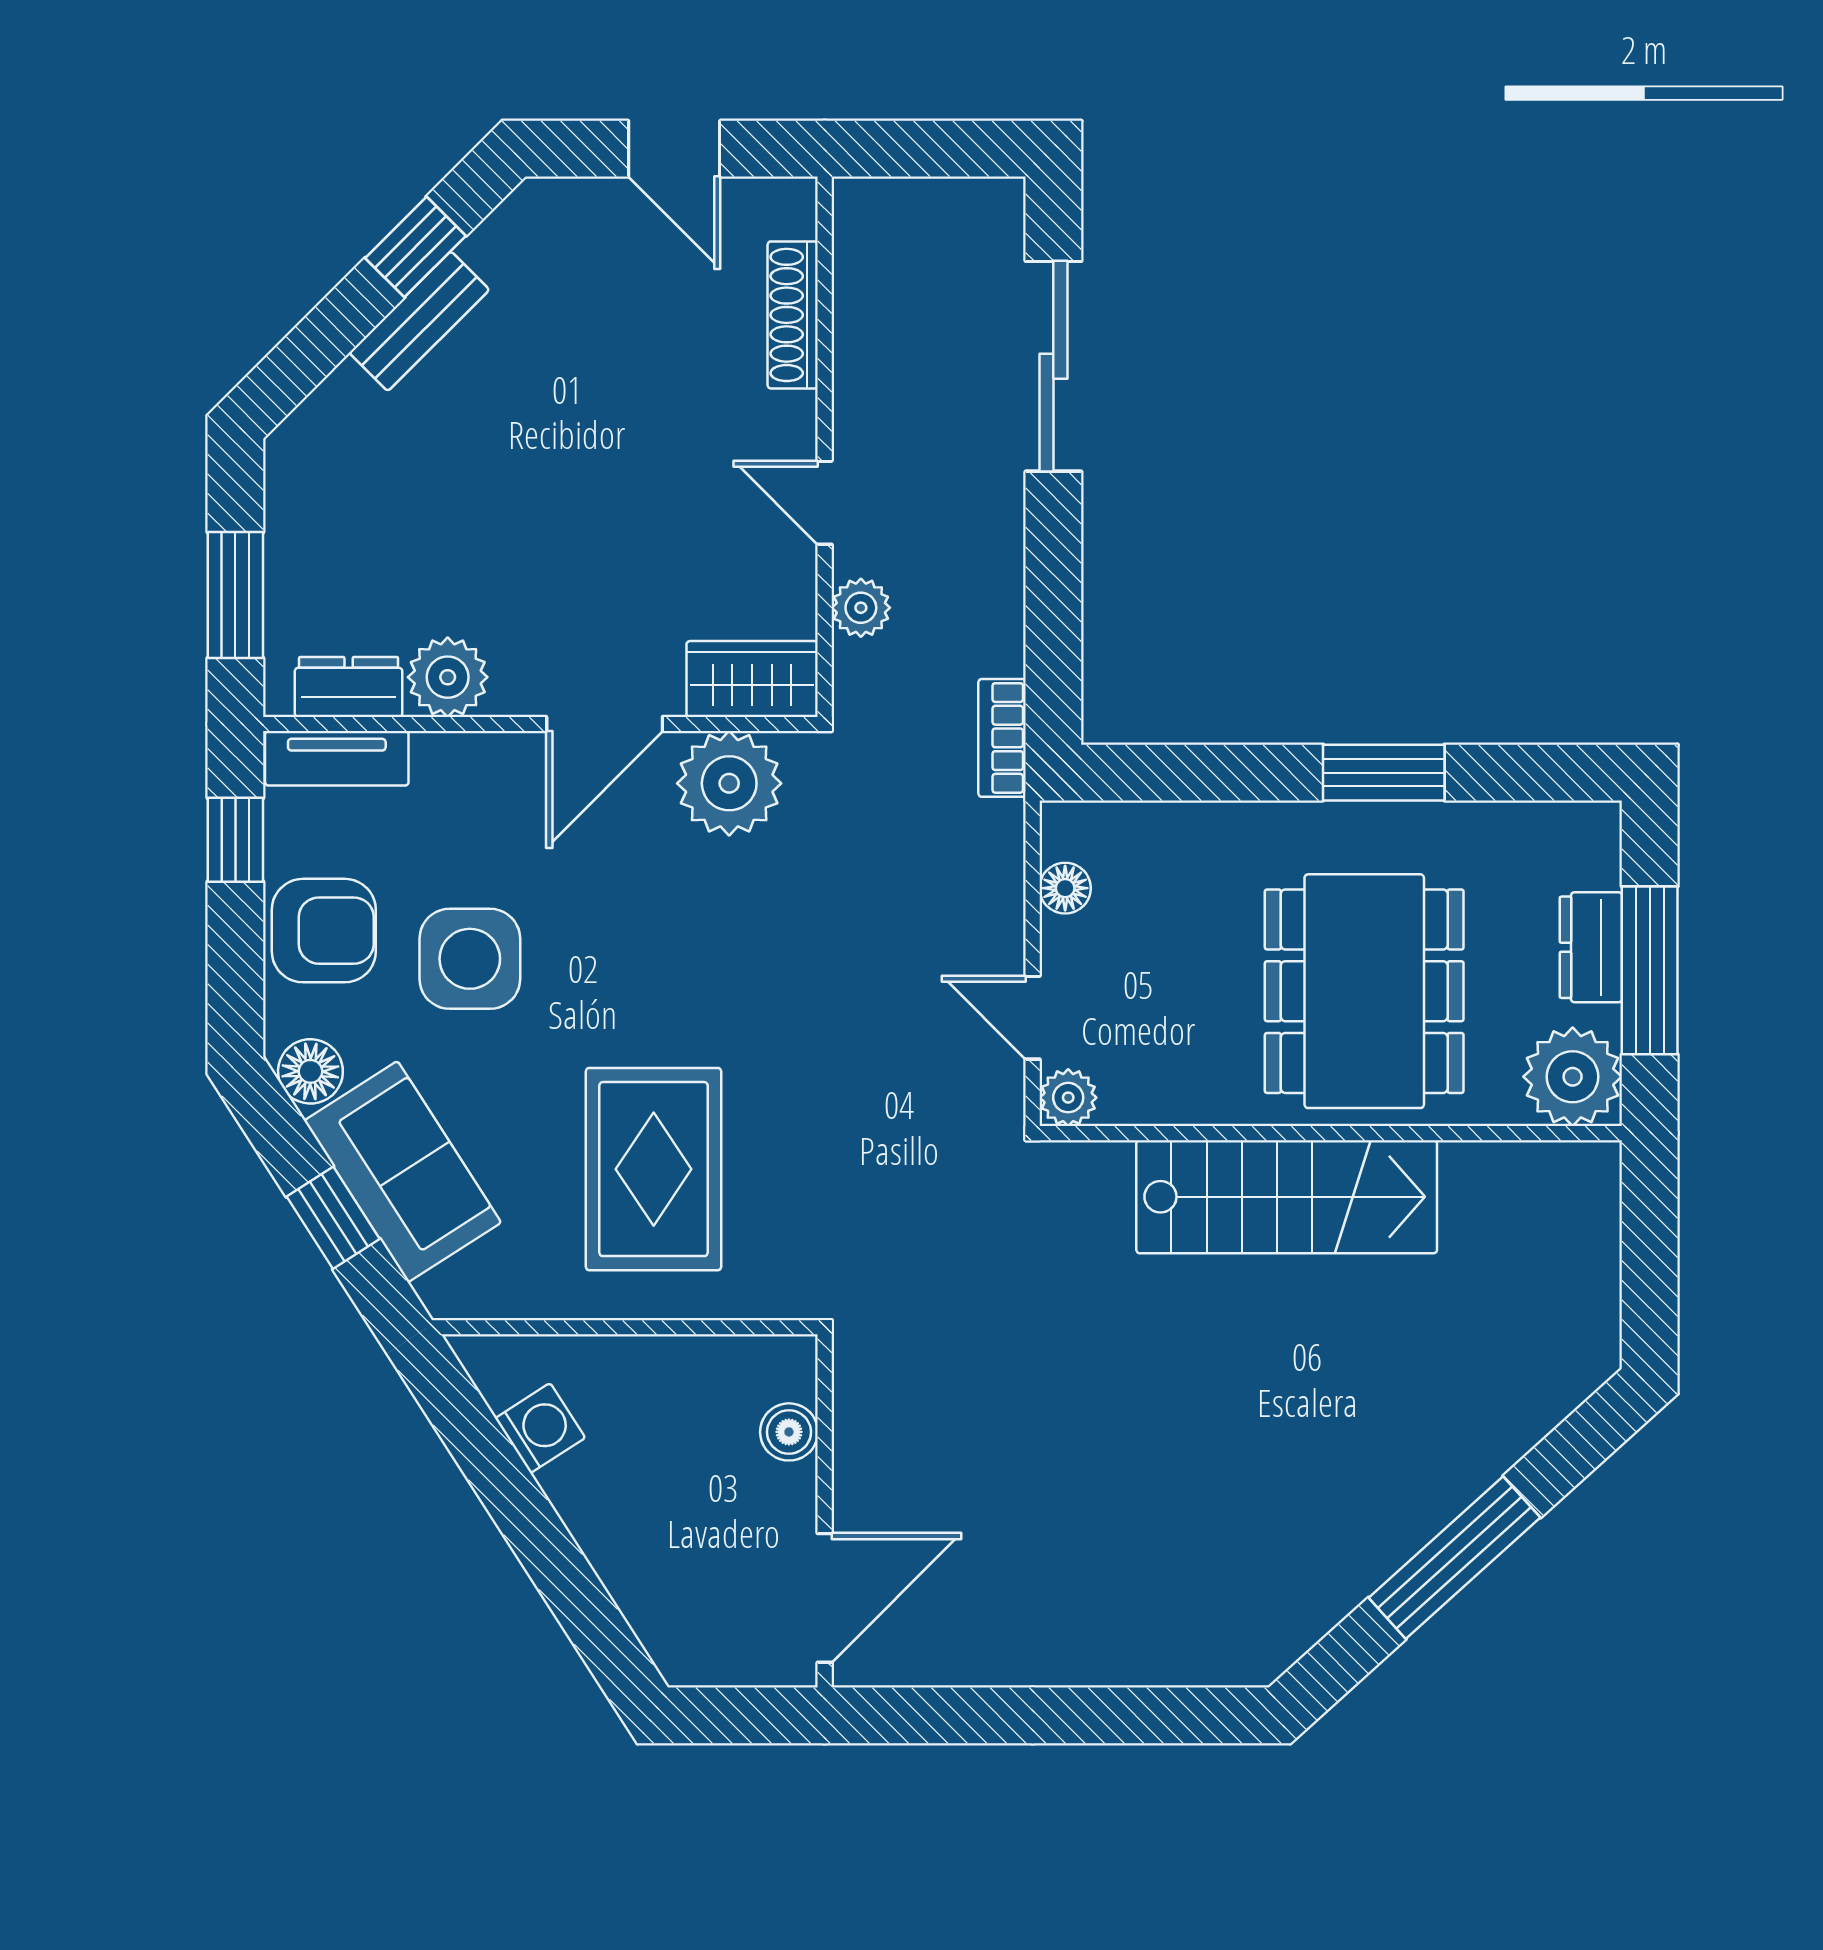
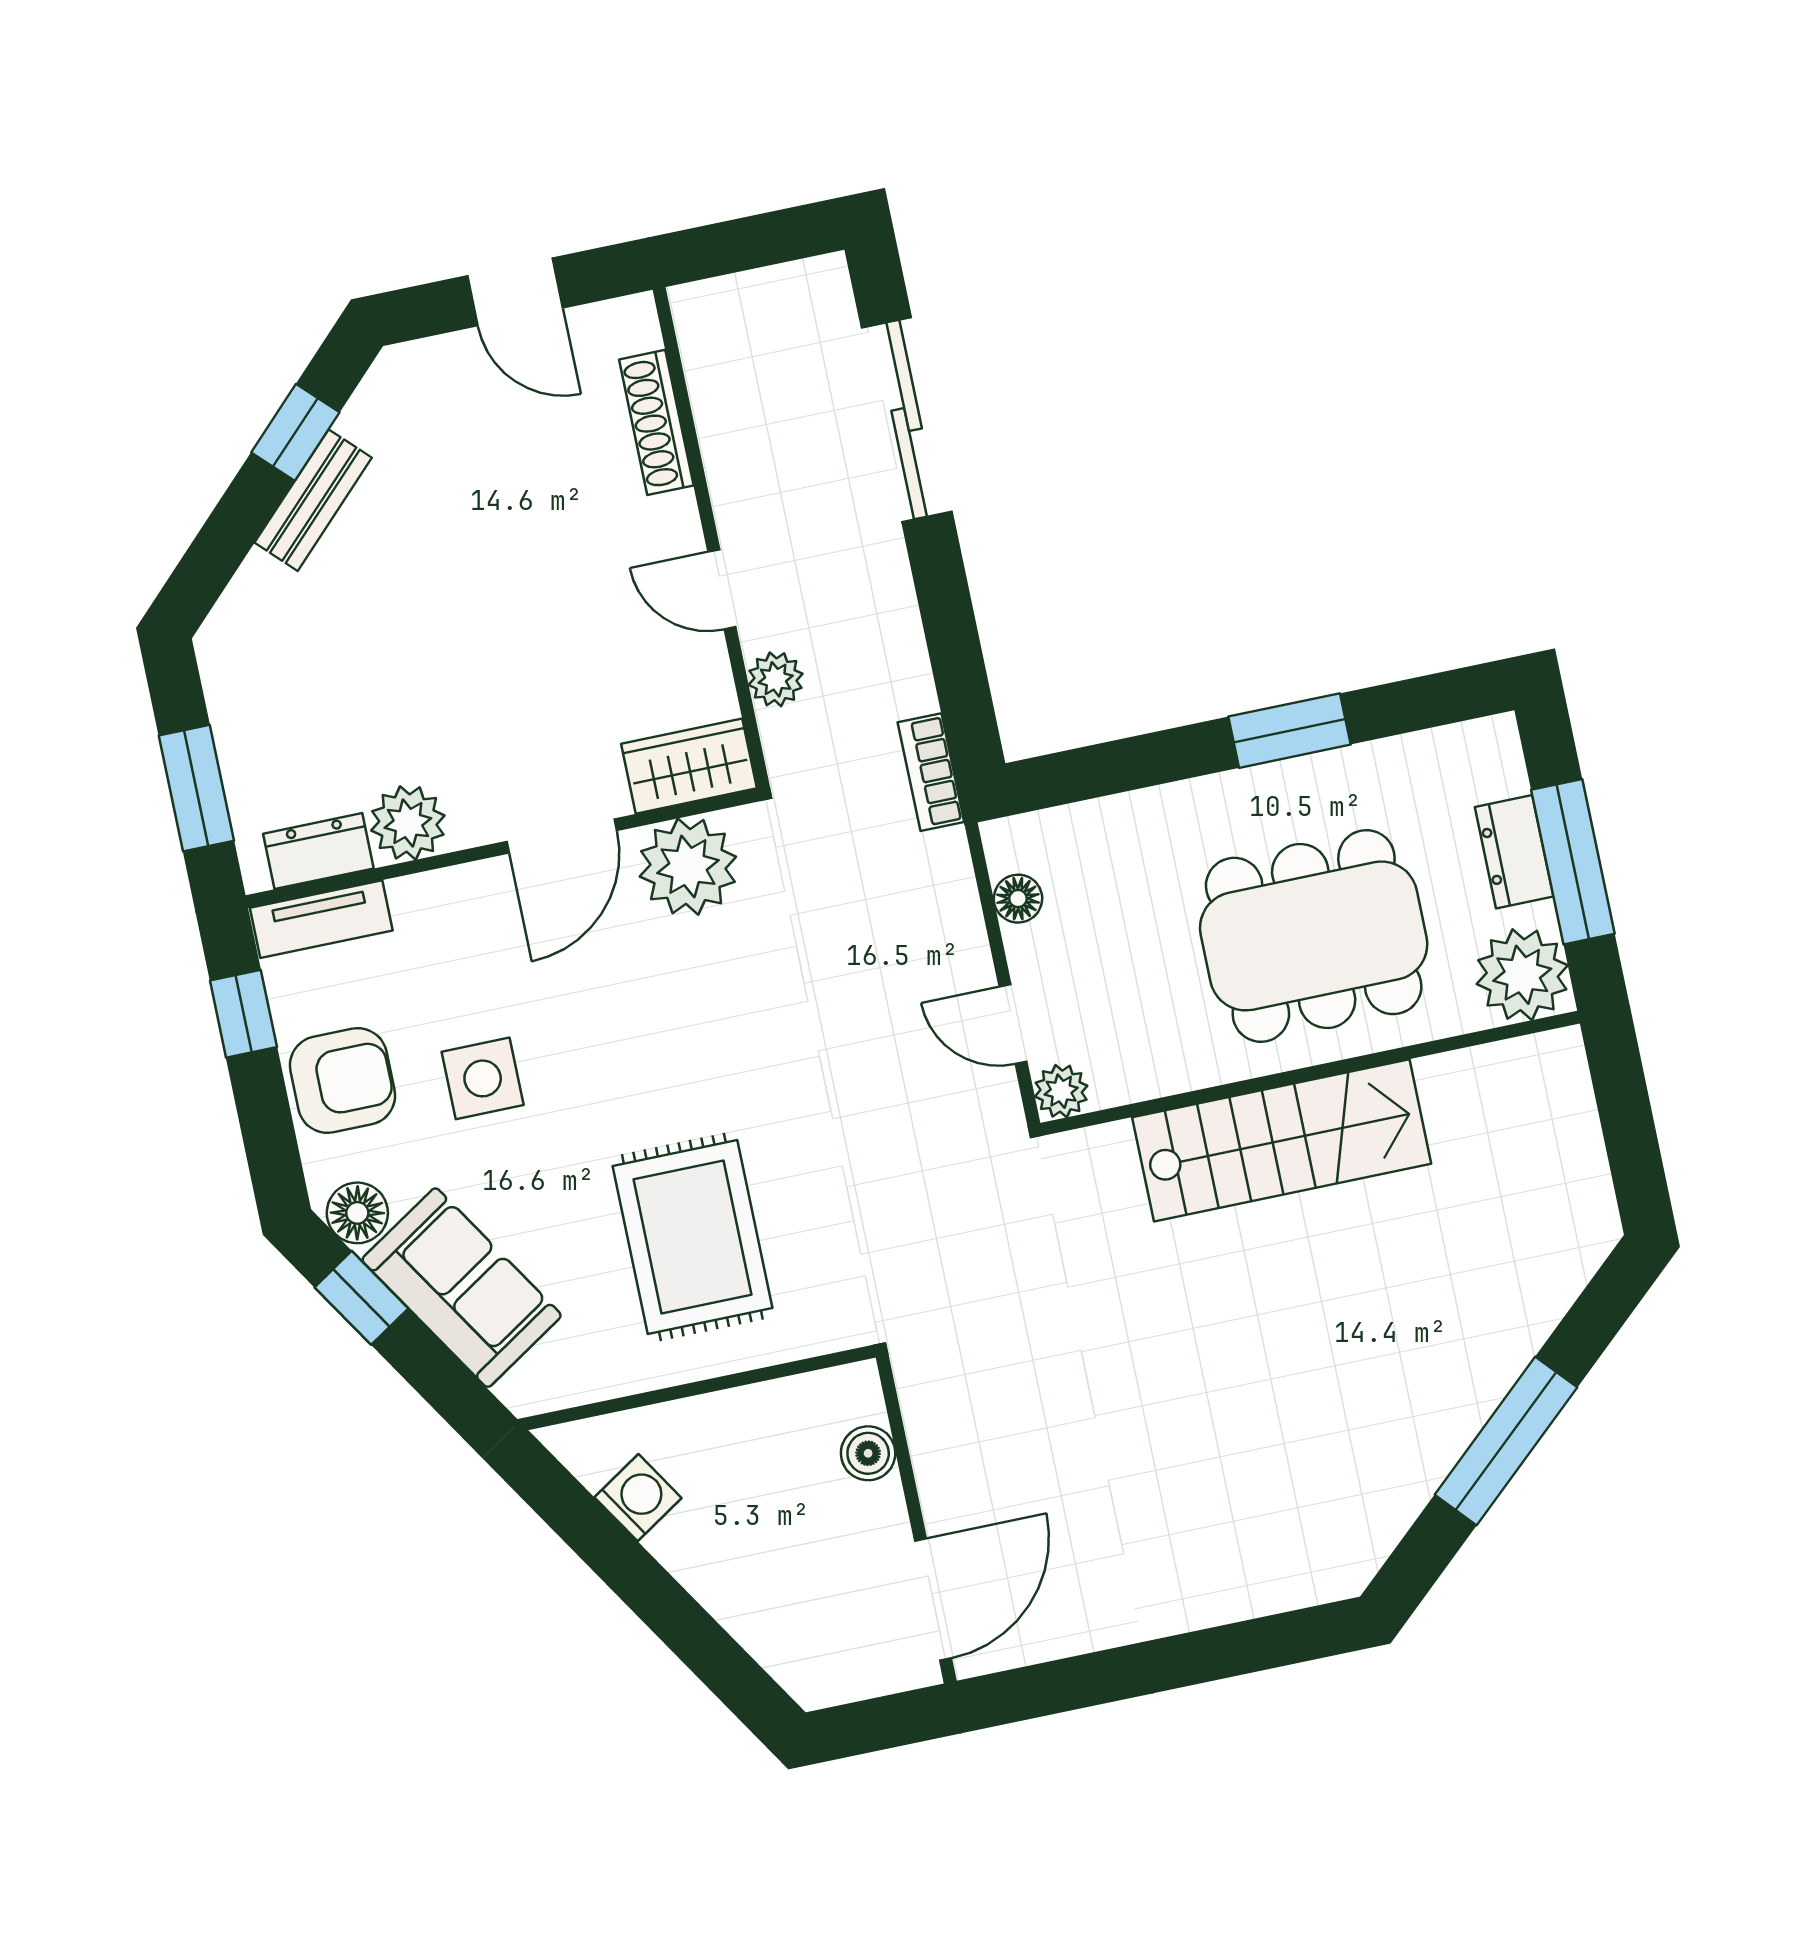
side table: (470, 959) -> (483, 1078), width x0.73, depth x0.73
dining table: (1364, 991) -> (1314, 936), turned 90
window: (333, 1218) -> (361, 1298), moved

